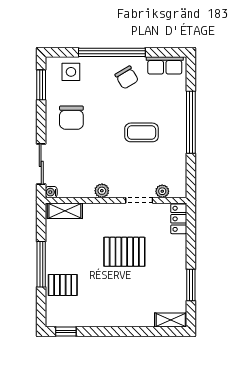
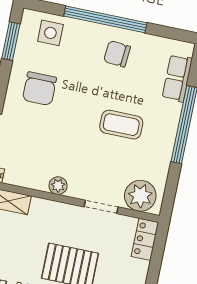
row of seats: (165, 65) -> (177, 78), moved, turned 90
chair: (127, 78) -> (117, 54), turned 126
plant: (162, 191) -> (140, 196), width x1.88, depth x1.88

